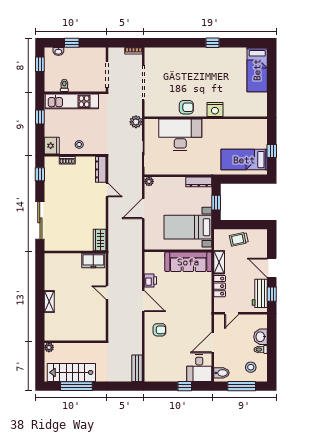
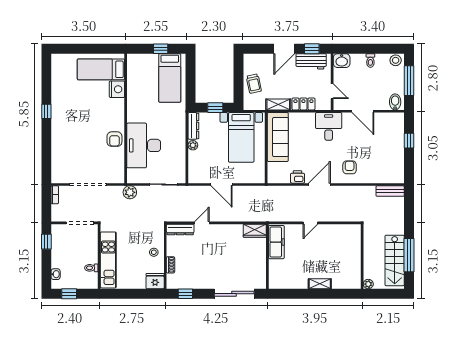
window: (72, 43) -> (46, 242), moved
bed: (257, 70) -> (101, 69), moved, turned 180
armchair: (186, 107) -> (114, 139), turned 180
nightstand: (215, 110) -> (117, 89), moved
window: (40, 117) -> (125, 294), removed
plant: (149, 181) -> (193, 145), moved
freezer: (93, 260) -> (276, 242), width x1.40
washbasin: (261, 337) -> (342, 61), moved
stool: (251, 367) -> (396, 60), moved
desk: (199, 368) -> (329, 126), moved, turned -90

